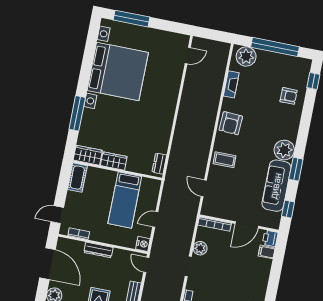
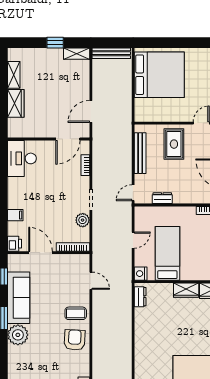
armchair: (231, 123) -> (75, 340), moved
door: (247, 225) -> (41, 253), hinge flipped
nightstand: (143, 244) -> (141, 274), moved
dresser: (99, 250) -> (162, 198), moved, width x0.70
filing cabinet: (267, 252) -> (15, 215), moved
door: (146, 265) -> (133, 193), swing flipped

